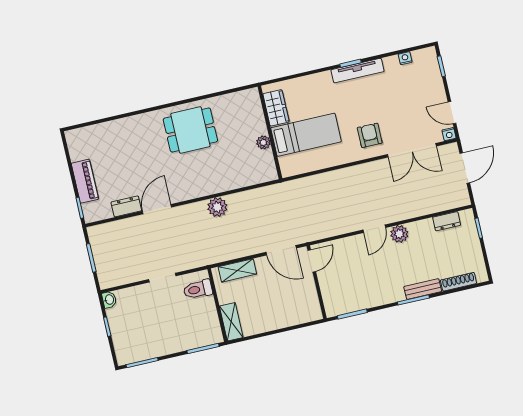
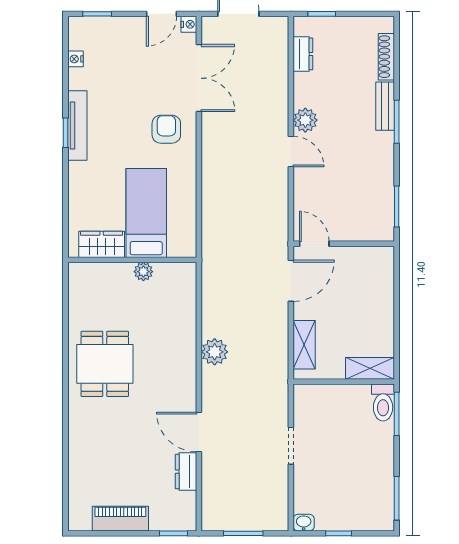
armchair: (370, 135) -> (166, 129), turned 90
piano: (85, 181) -> (120, 519), moved
toilet: (198, 289) -> (383, 403), moved

